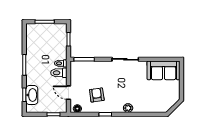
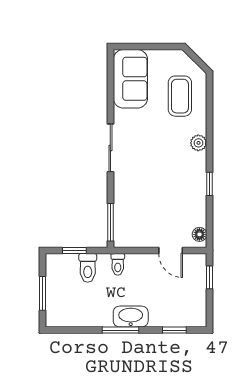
toilet: (59, 73) -> (88, 268), moved
door: (68, 93) -> (171, 250), hinge flipped
washbasin: (32, 95) -> (131, 317), moved
armchair: (97, 95) -> (175, 199), removed
coffee table: (154, 98) -> (180, 96), added

